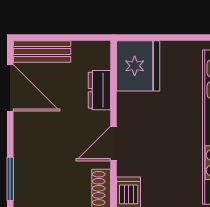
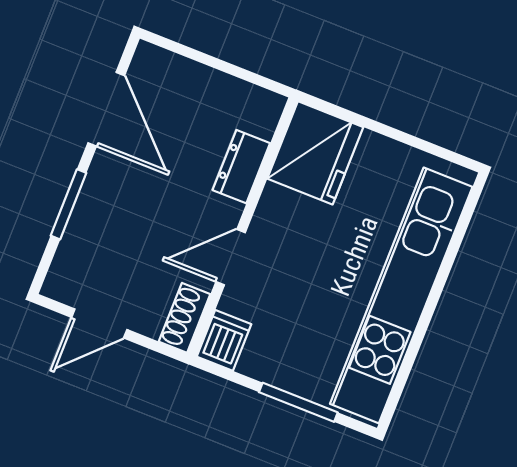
bench: (42, 51) -> (177, 73), removed
window: (10, 179) -> (69, 204), moved

